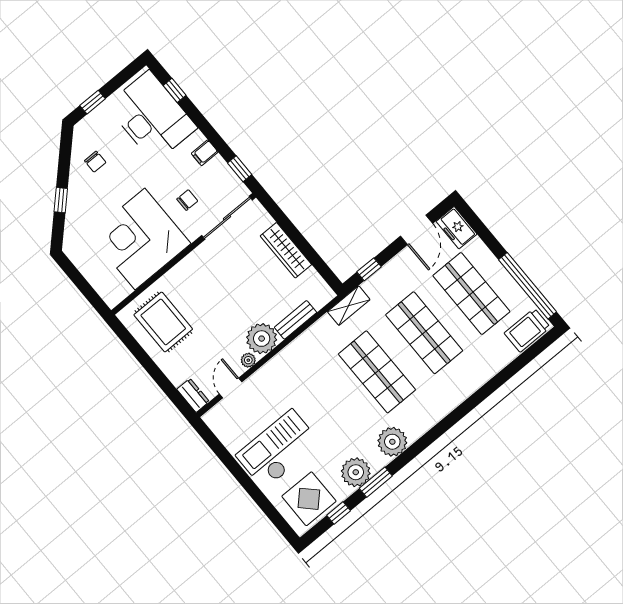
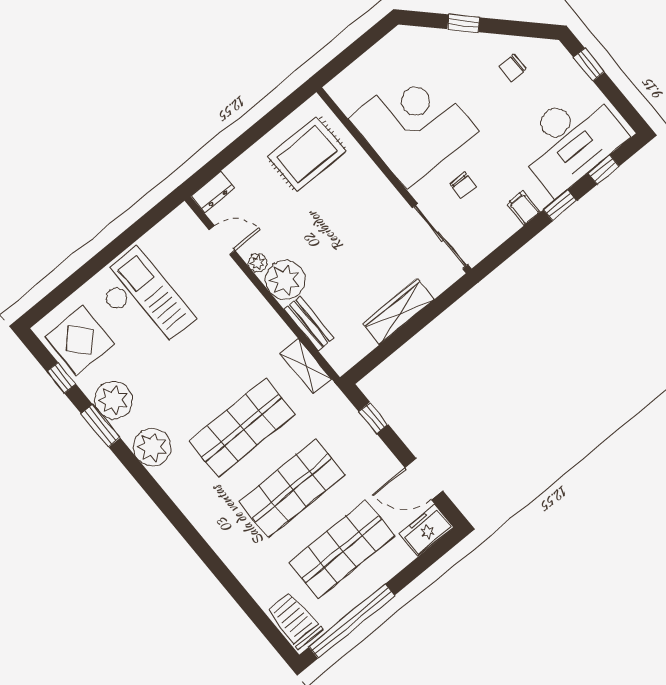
window: (240, 169) -> (560, 205), moved
shelving: (349, 306) -> (306, 366), moved

